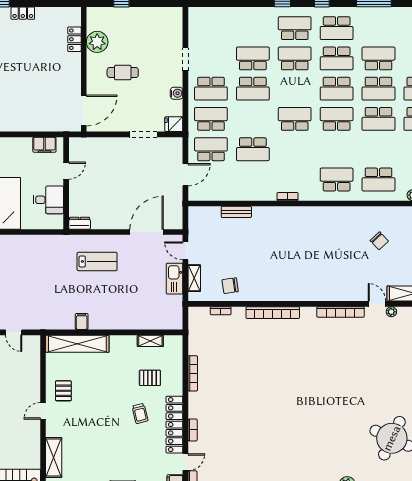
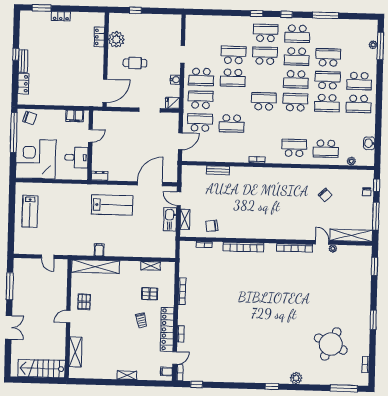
school desk: (378, 89) -> (328, 80), turned 180
lab bench: (97, 261) -> (112, 205), width x1.36, depth x1.39

